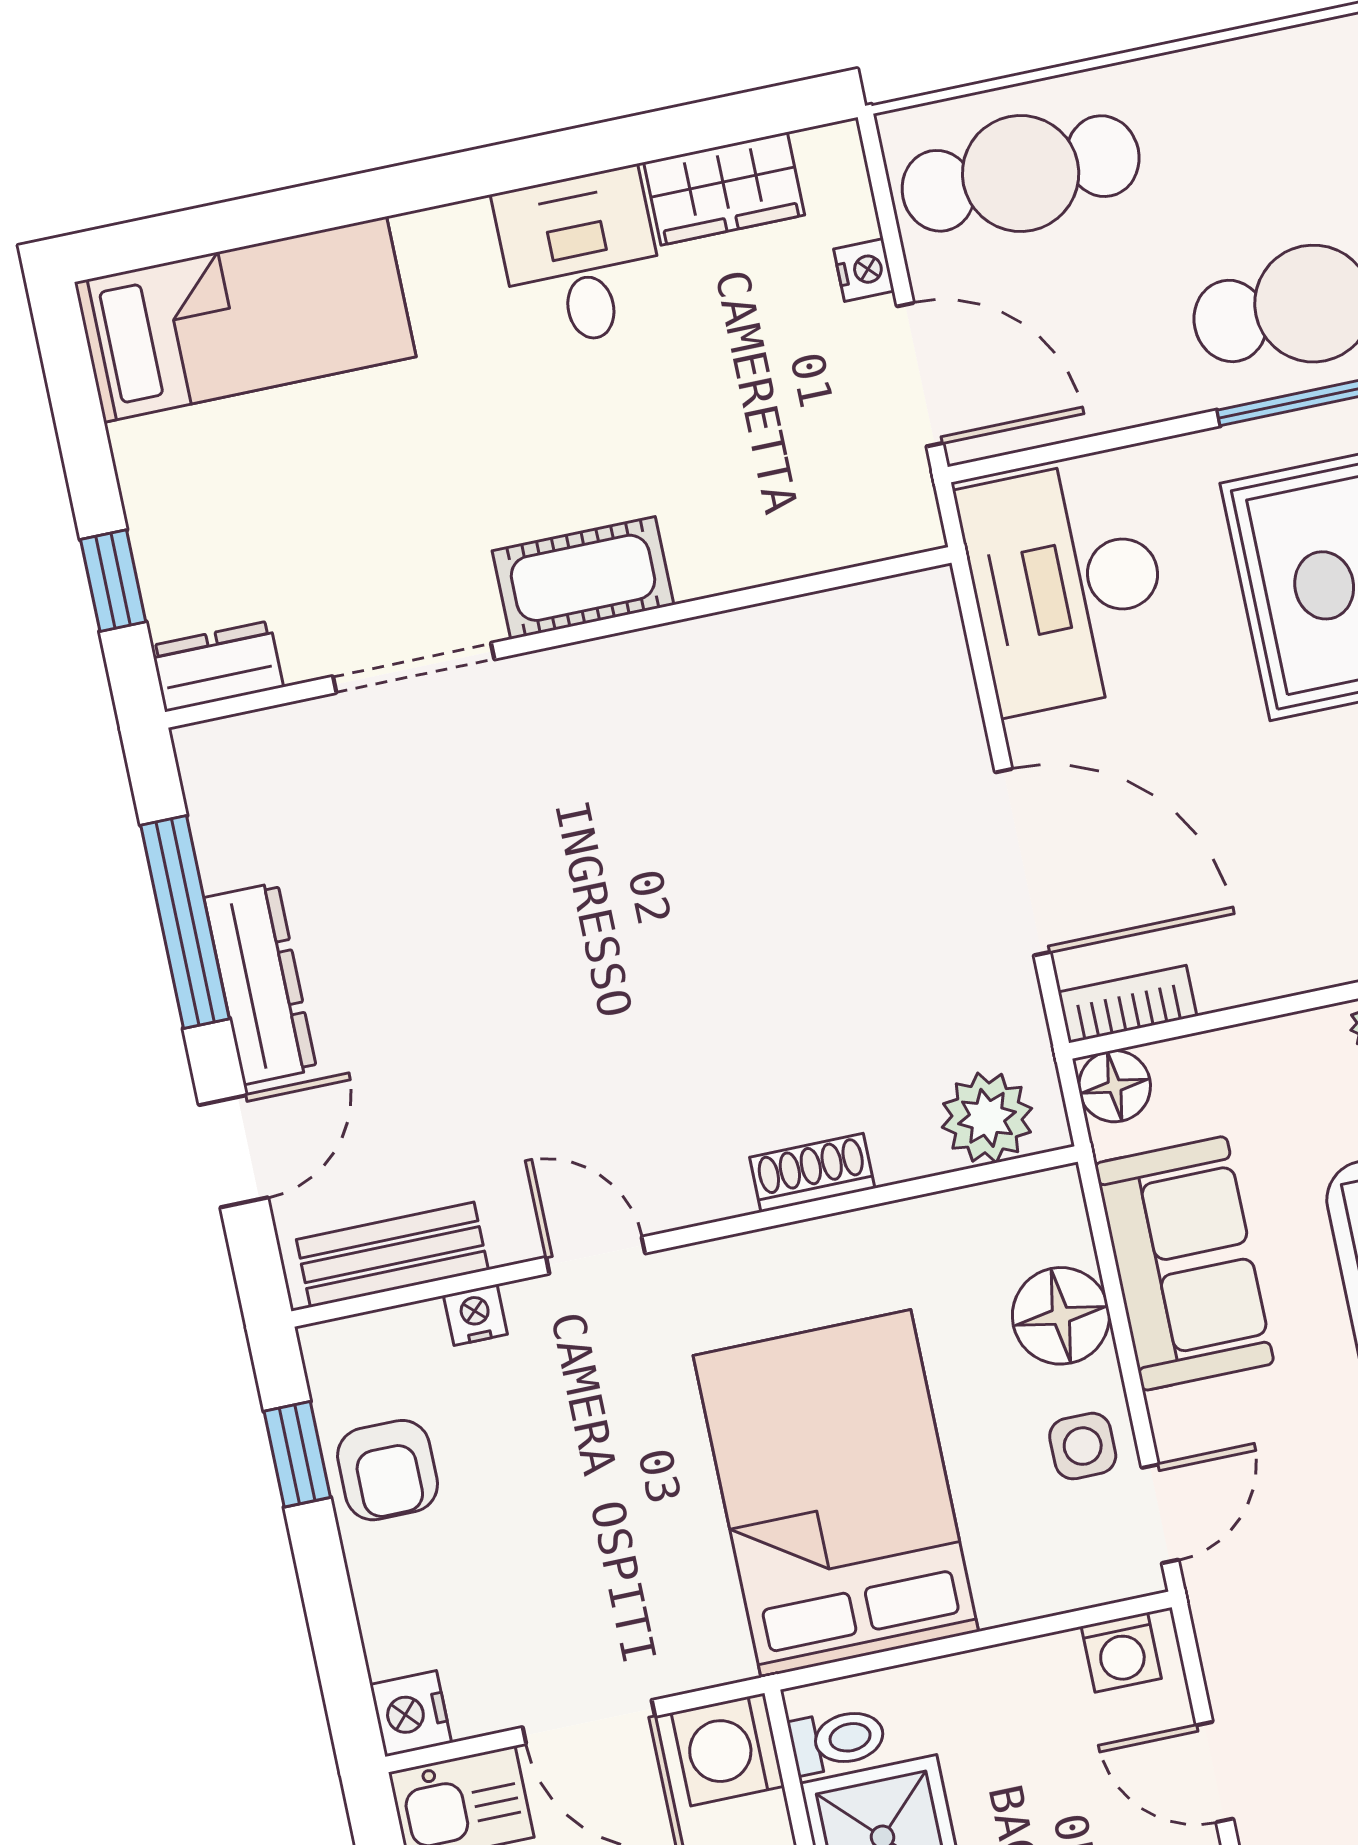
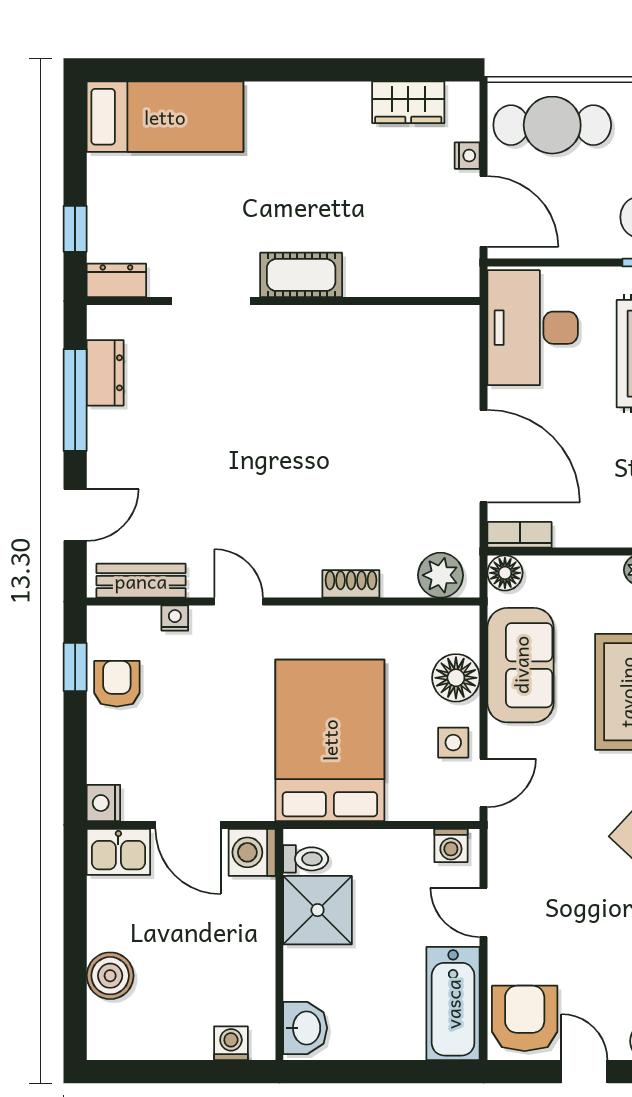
desk: (580, 258) -> (332, 121), removed
dresser: (260, 984) -> (105, 373), moved, width x0.70
armchair: (388, 1470) -> (117, 684), turned 180

